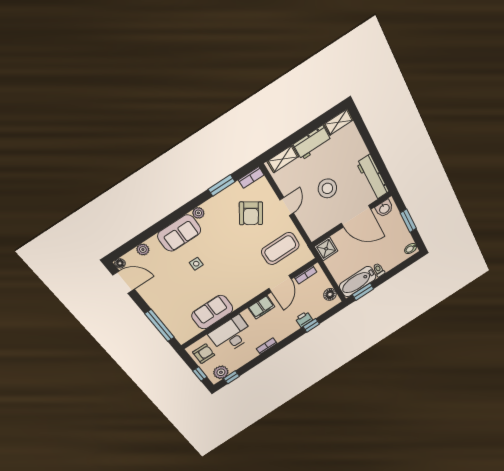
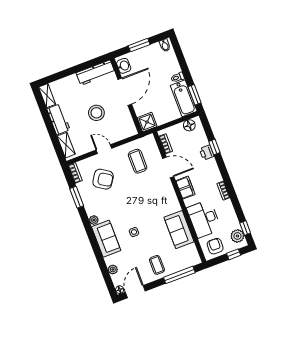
coffee table: (280, 249) -> (138, 161), width x0.73, depth x0.76
coffee table: (164, 299) -> (157, 265), added

